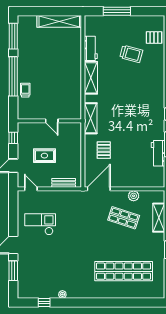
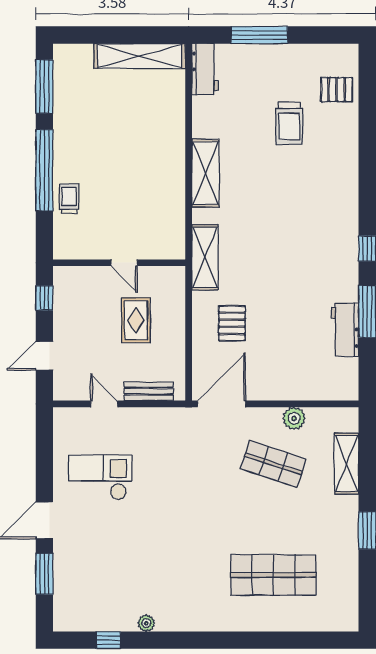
workbench: (91, 48) -> (205, 69), moved
trolley: (131, 54) -> (289, 123), turned 75
rug: (44, 156) -> (136, 320), moved, turned 90
door: (31, 189) -> (104, 404), moved
shop shelf: (124, 271) -> (273, 575), width x0.71

